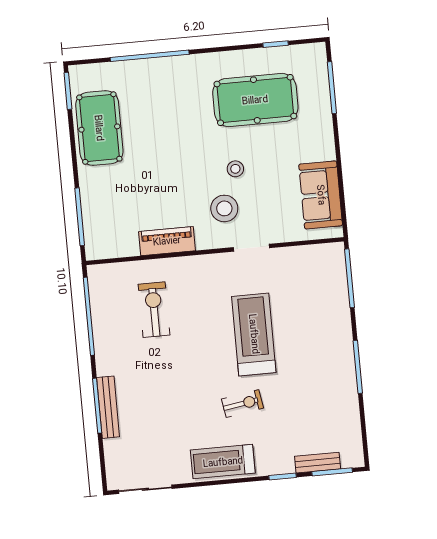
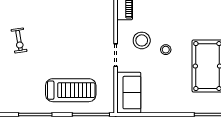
sofa: (321, 195) -> (129, 93), moved, turned 90
treadmill: (254, 334) -> (71, 90), moved

